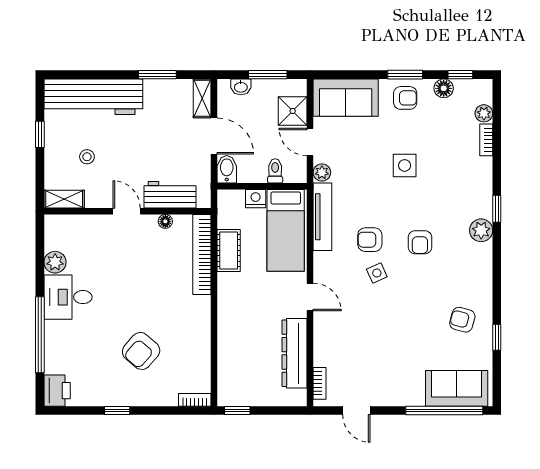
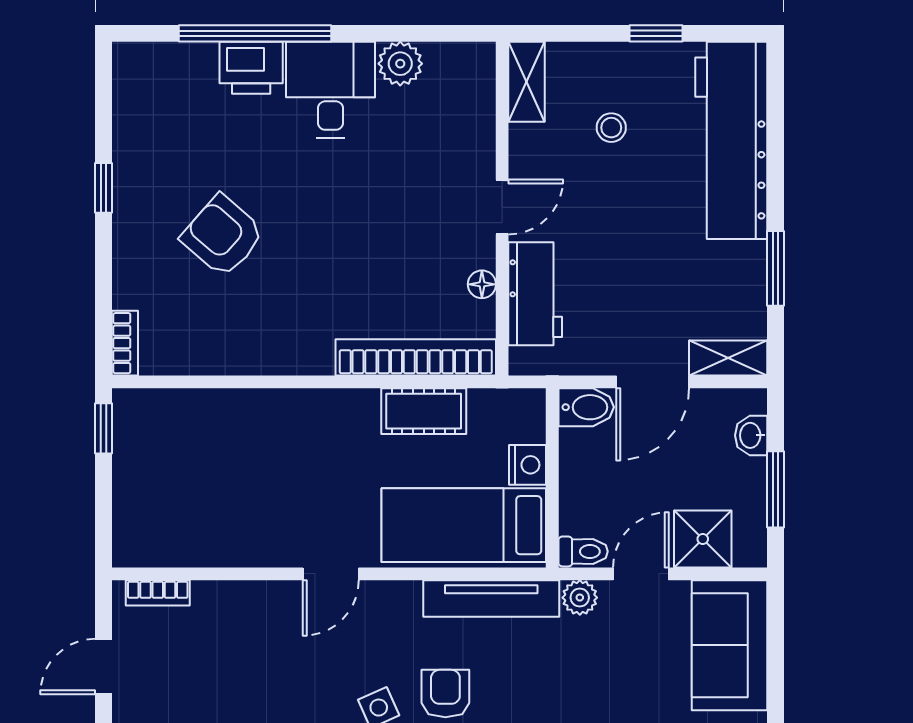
toilet: (275, 171) -> (583, 551), moved
dresser: (295, 353) -> (218, 543), removed
printer: (57, 391) -> (251, 68), moved

